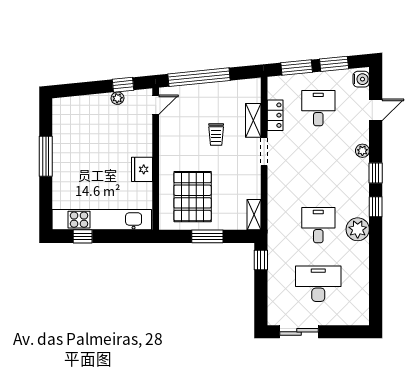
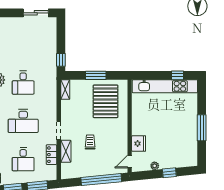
window: (123, 85) -> (169, 173), moved
fridge: (142, 169) -> (139, 144), moved
desk: (318, 284) -> (23, 121), moved

